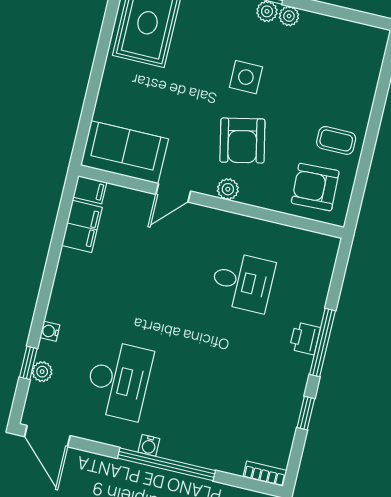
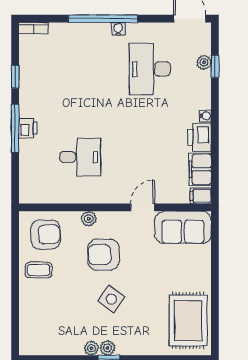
side table: (246, 77) -> (111, 299), turned 36
armchair: (242, 141) -> (103, 255), turned -78
plant: (228, 189) -> (89, 219), moved
printer: (72, 270) -> (200, 137), added
desk: (242, 282) -> (80, 157), turned 180
water cooler: (50, 331) -> (205, 116), moved

